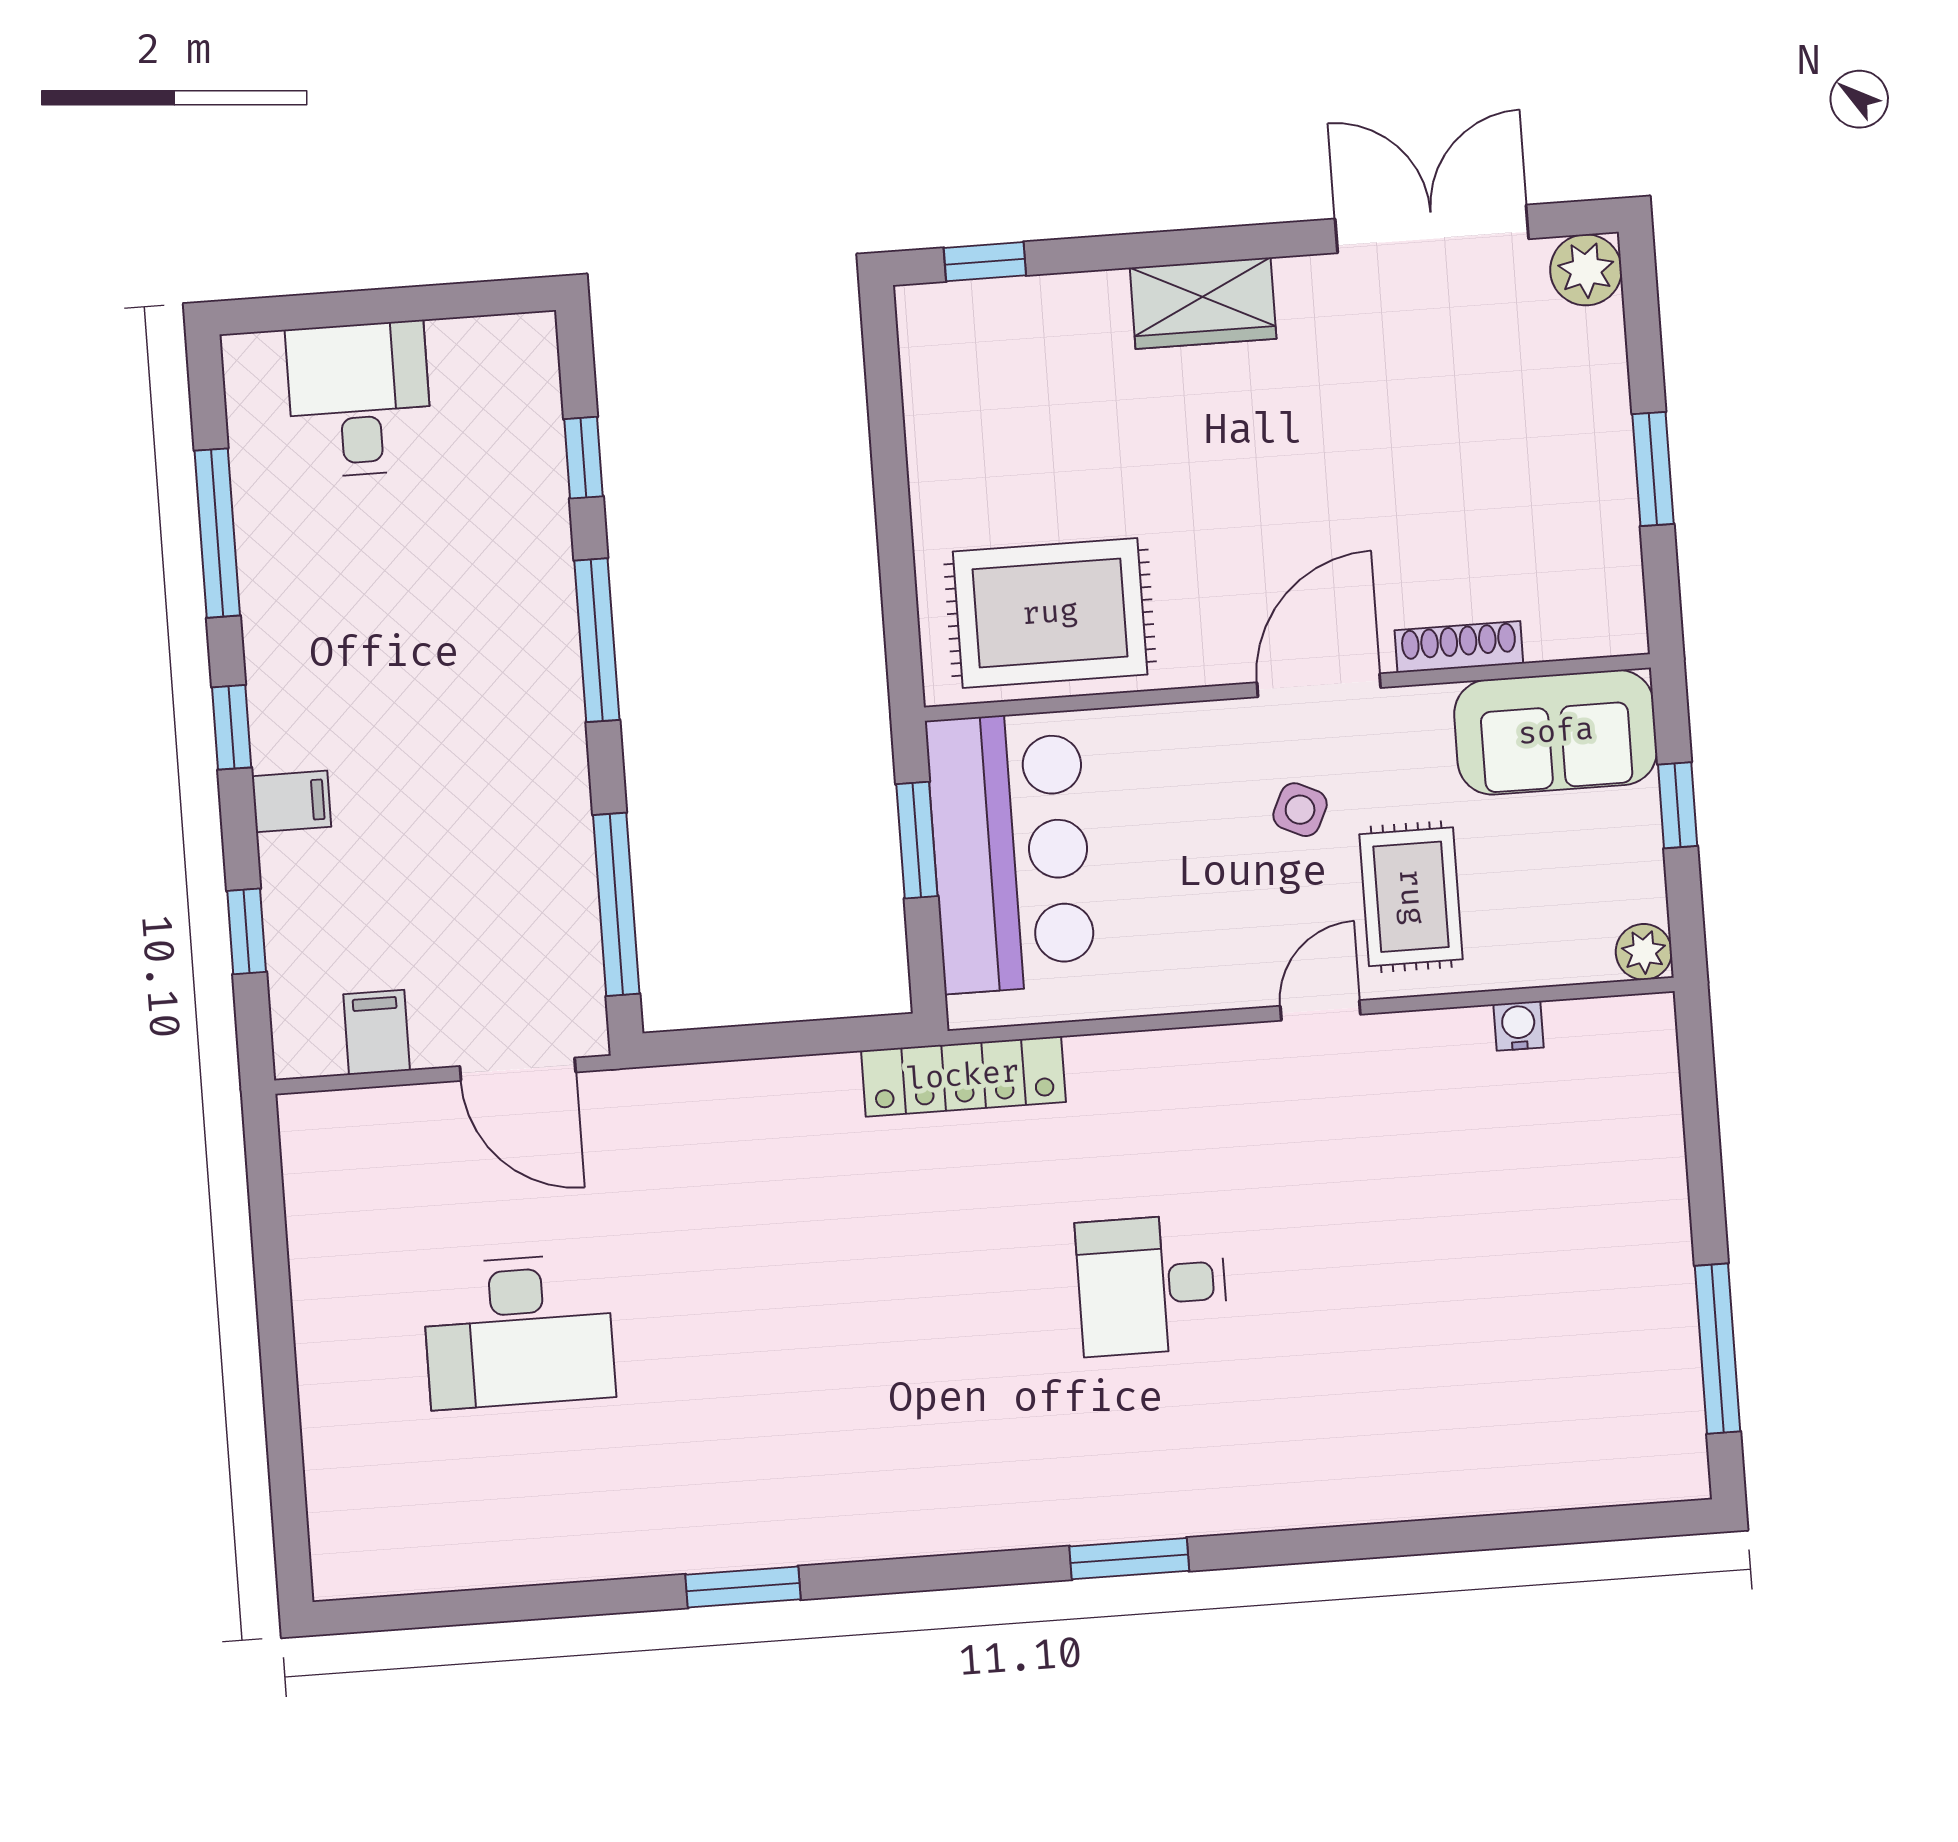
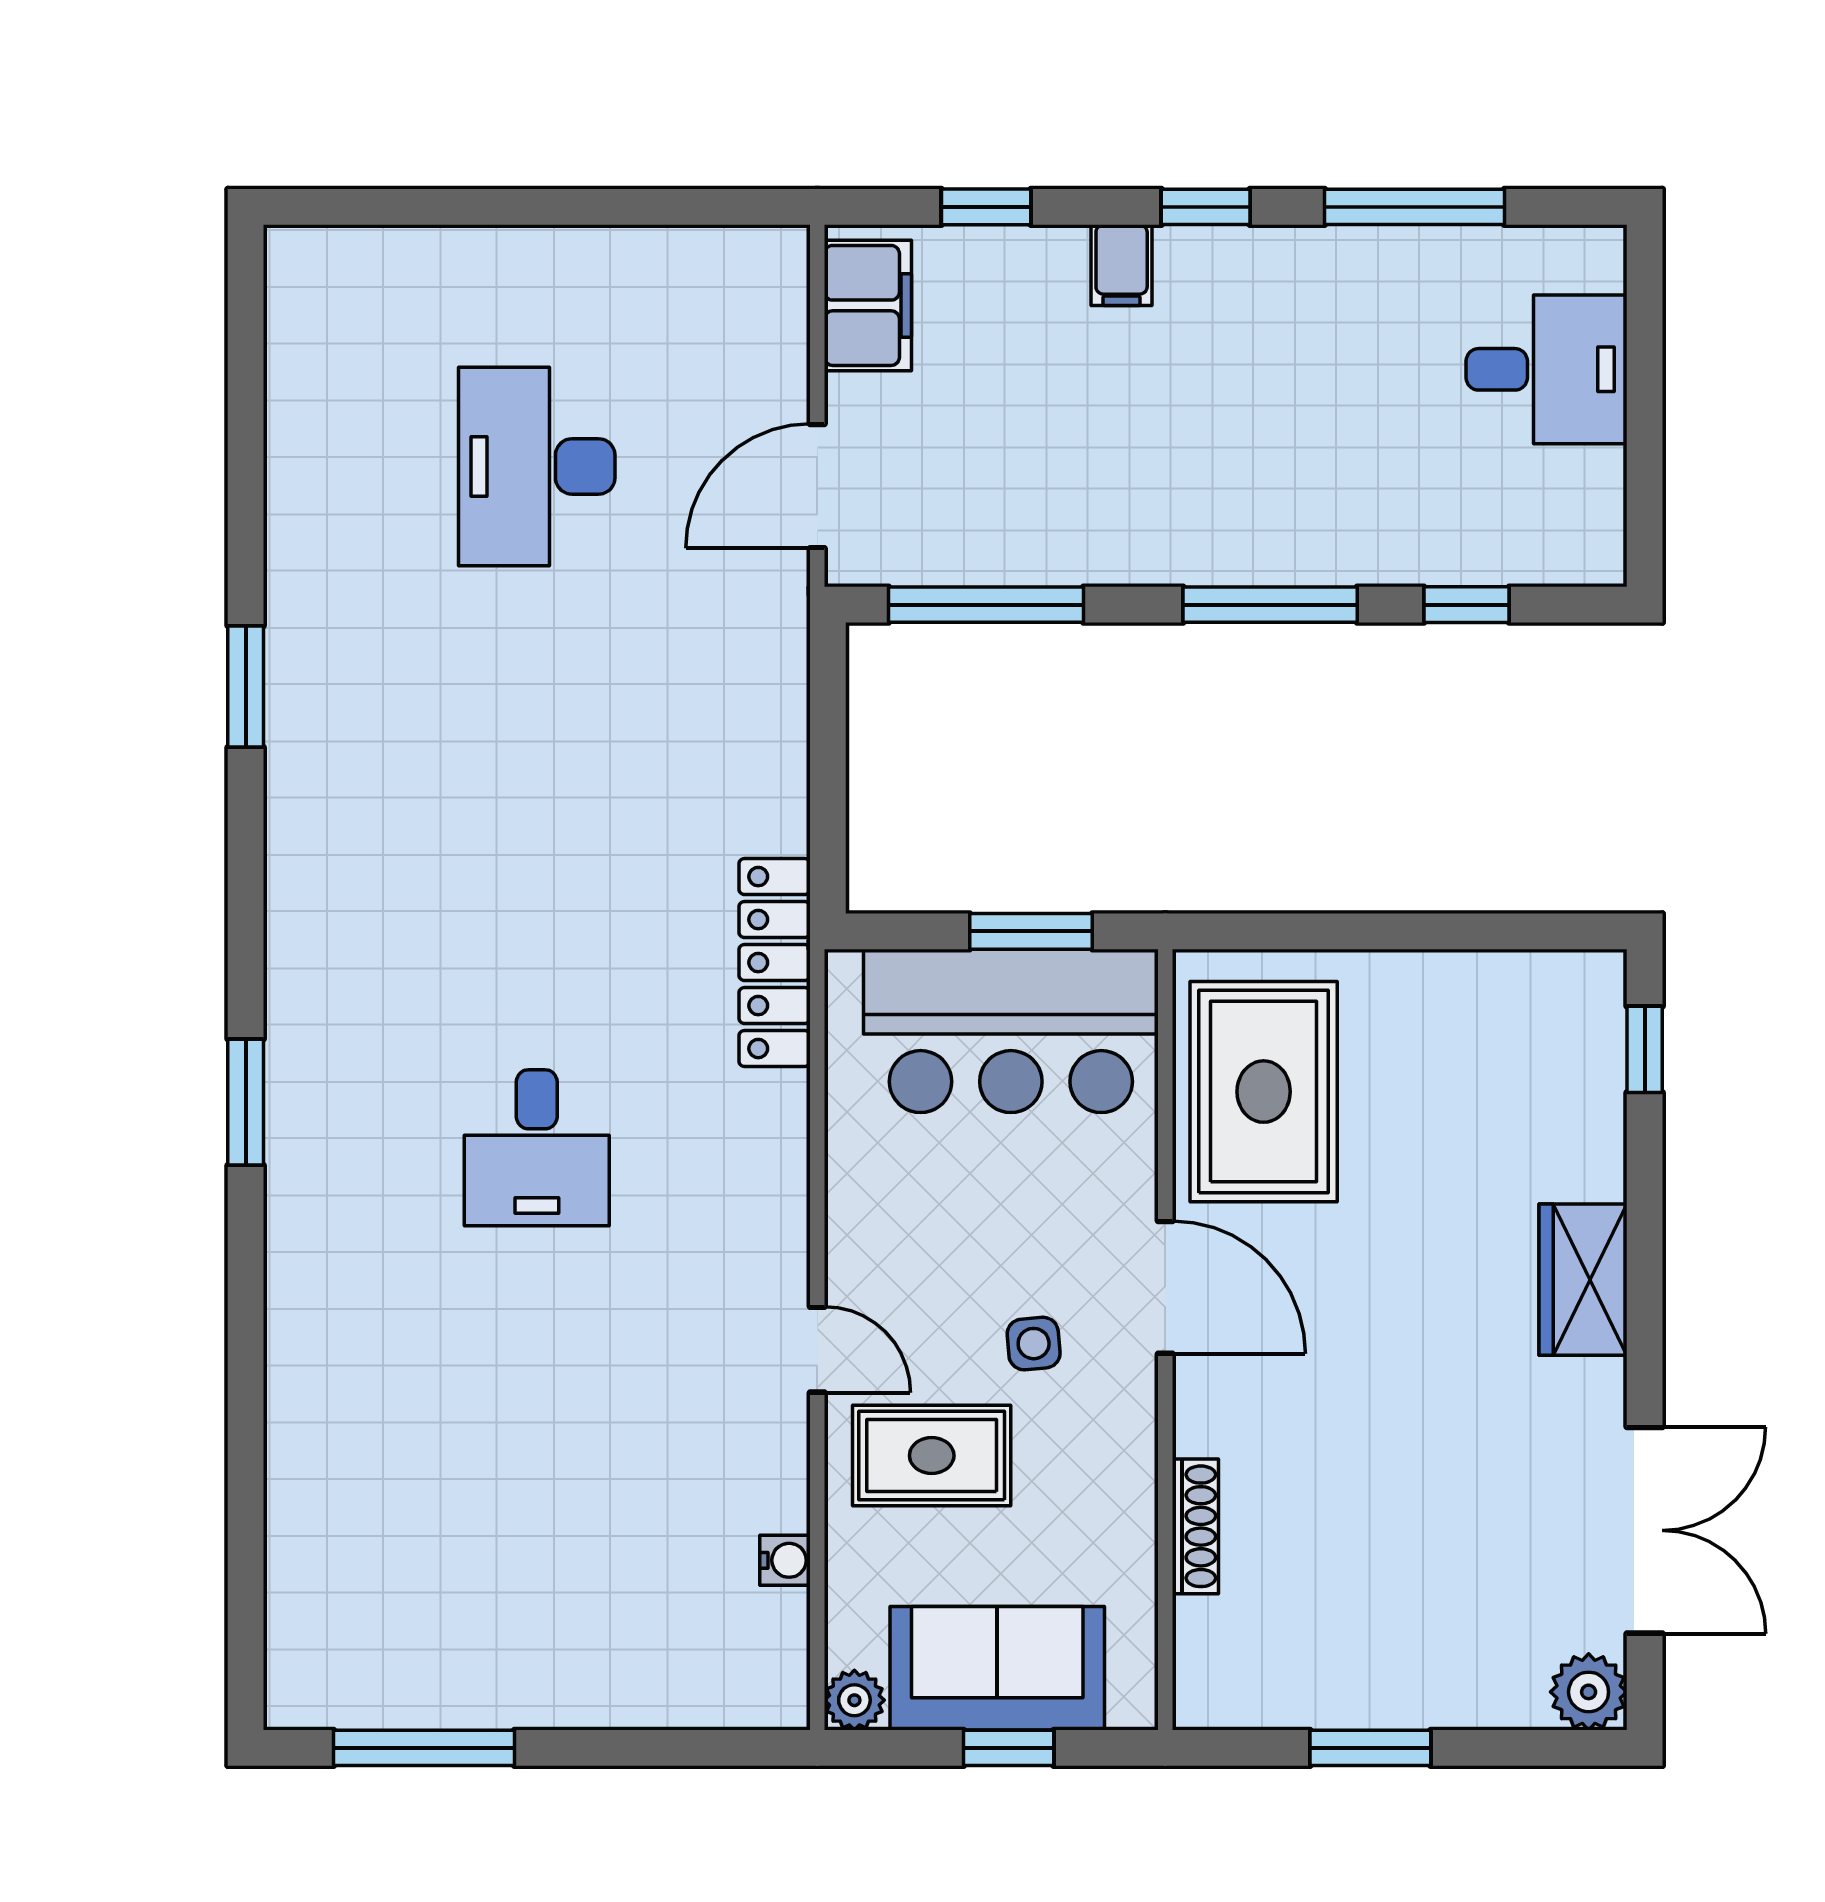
door: (1319, 685) -> (1165, 1287), moved
sofa: (1556, 732) -> (997, 1668), moved, turned 90
side table: (1300, 810) -> (1034, 1344), turned -30
filing cabinet: (377, 1032) -> (868, 305), width x2.00
desk: (1152, 1285) -> (537, 1148), turned 180

